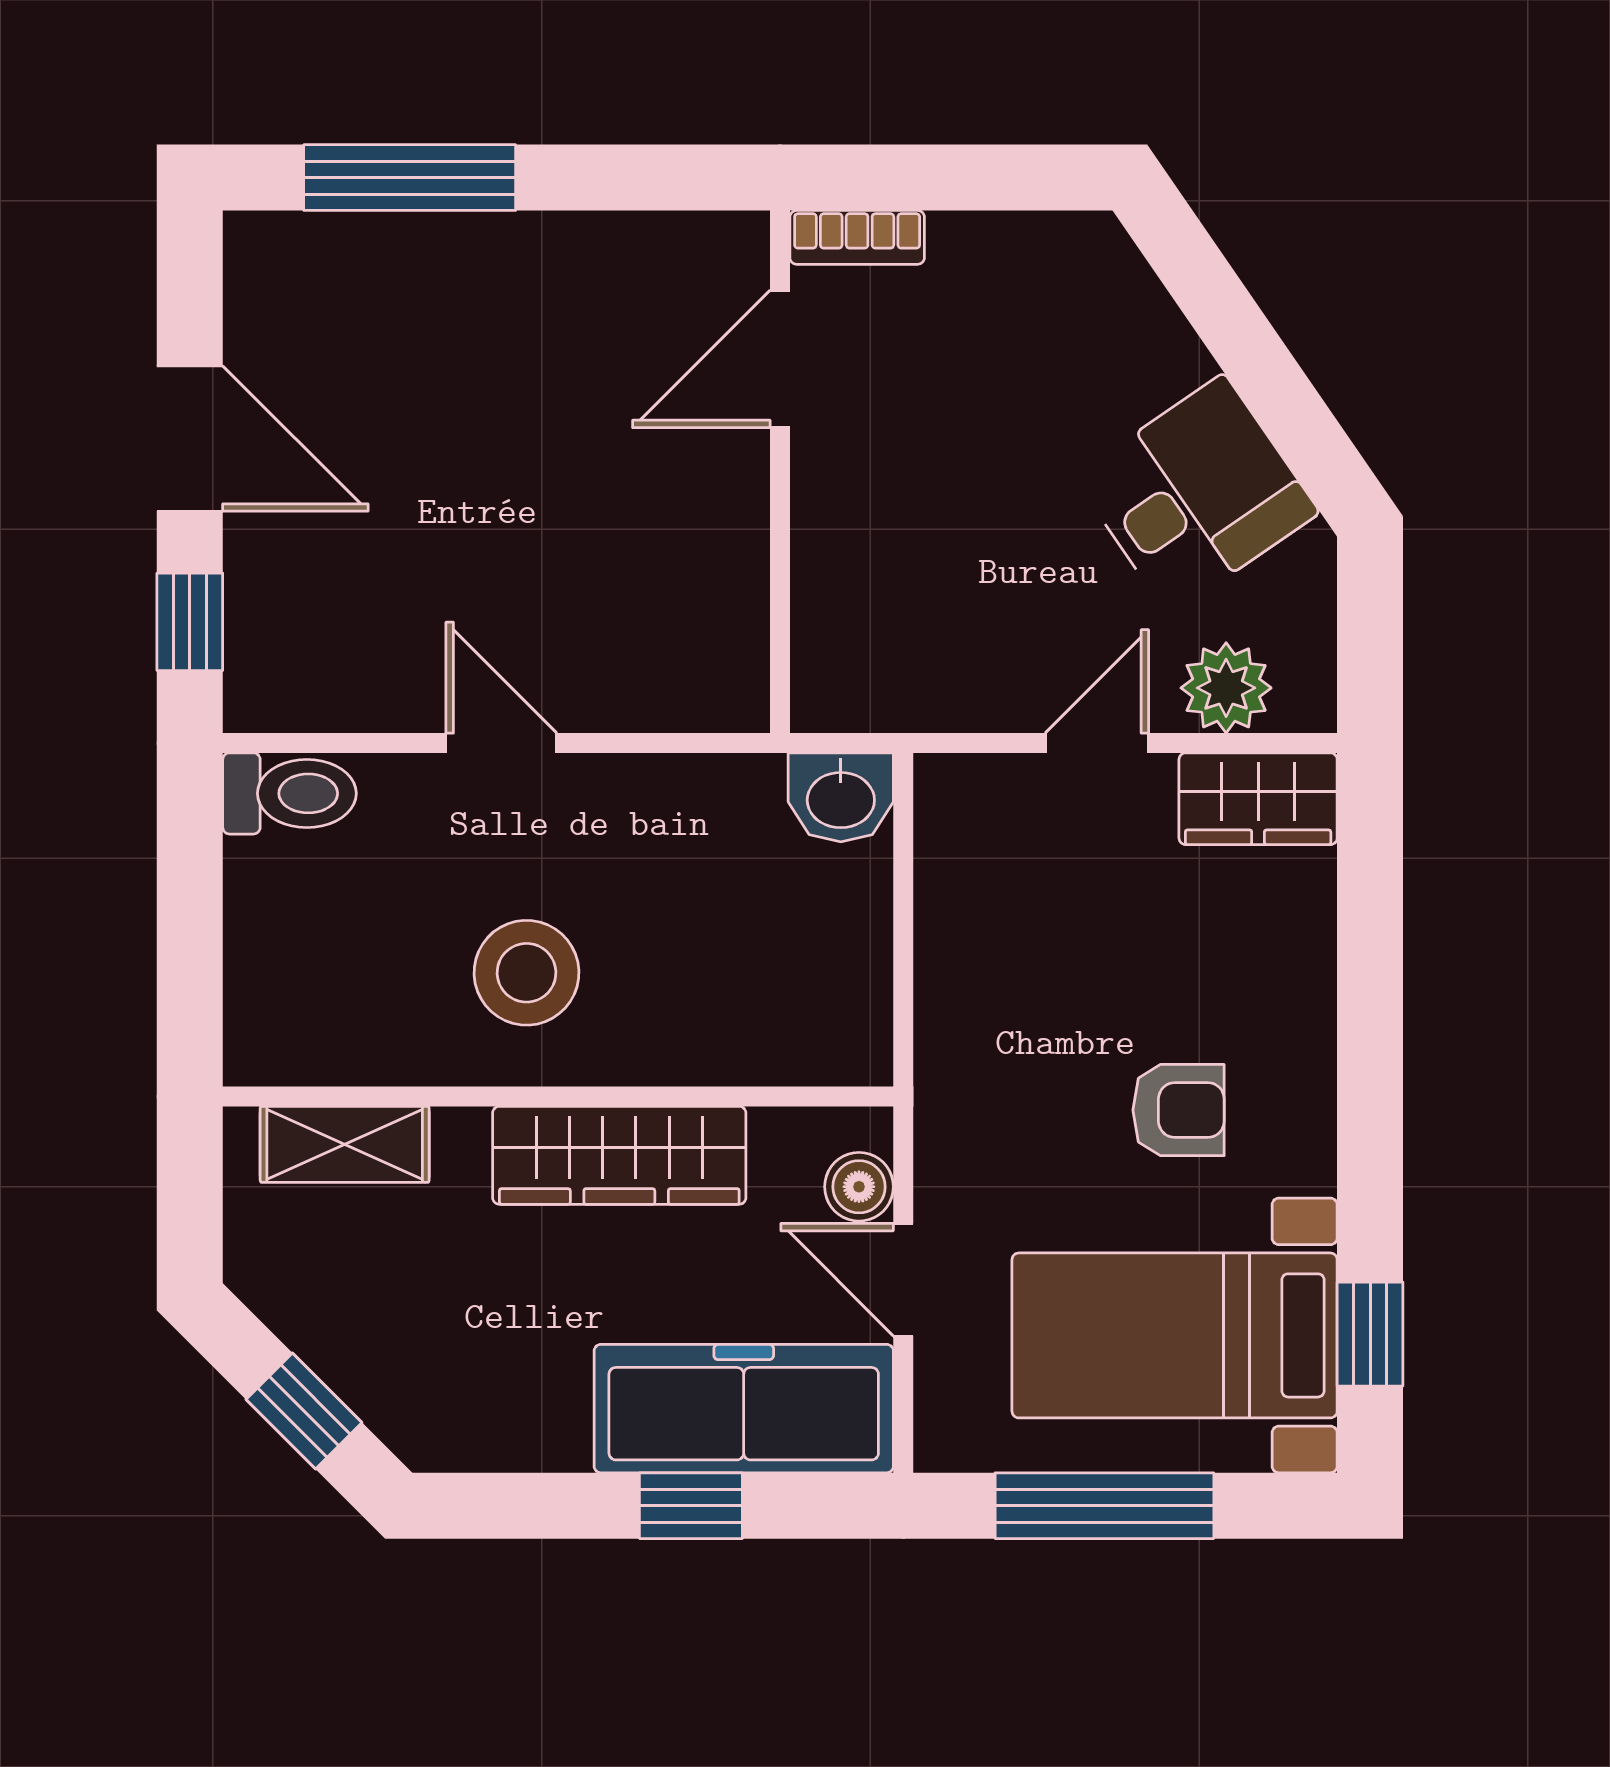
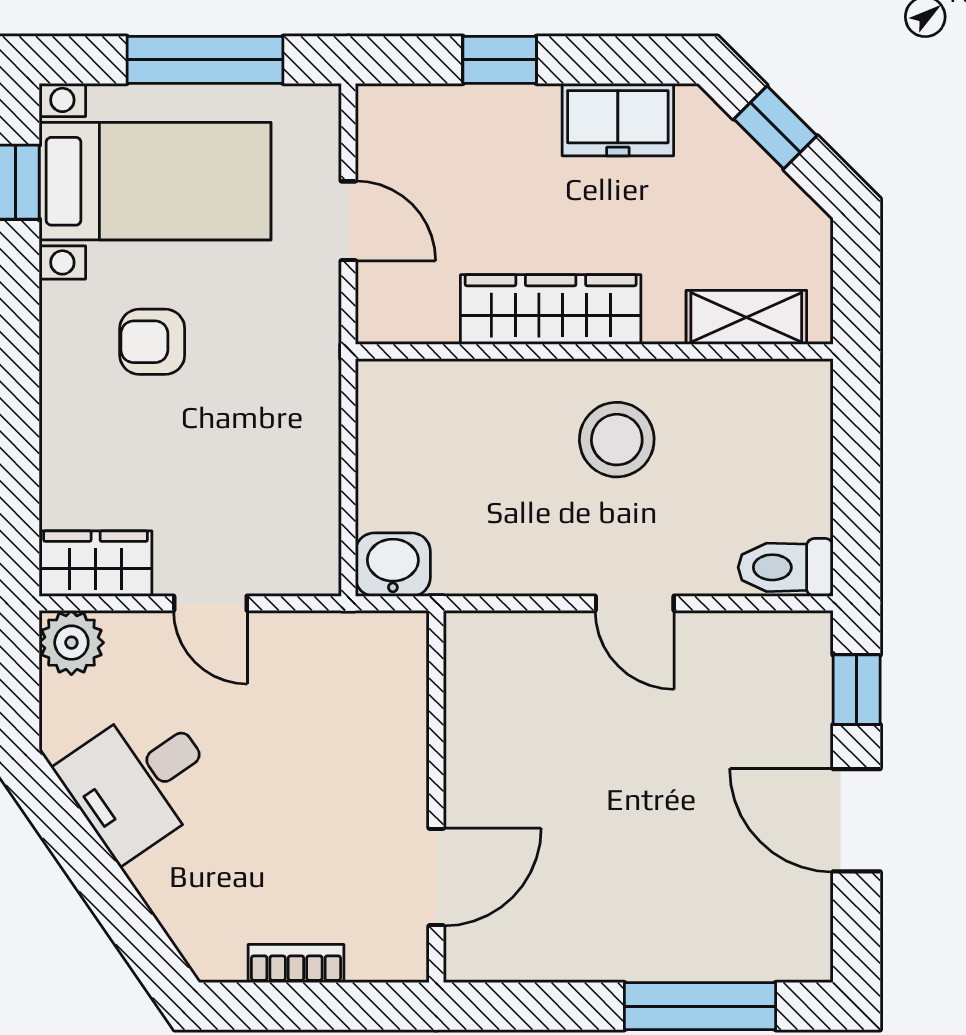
bookcase: (857, 237) -> (296, 964), moved
plant: (1226, 688) -> (71, 643), moved
door: (1097, 743) -> (210, 603), hinge flipped
boiler: (859, 1187) -> (380, 287), removed
freezer: (744, 1409) -> (618, 120), moved, width x0.52, depth x0.79

